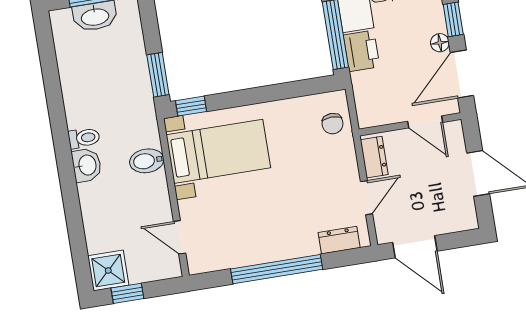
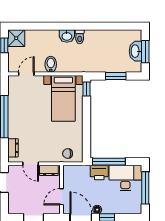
window: (158, 75) -> (116, 76), moved
bidet: (147, 161) -> (51, 64), moved

